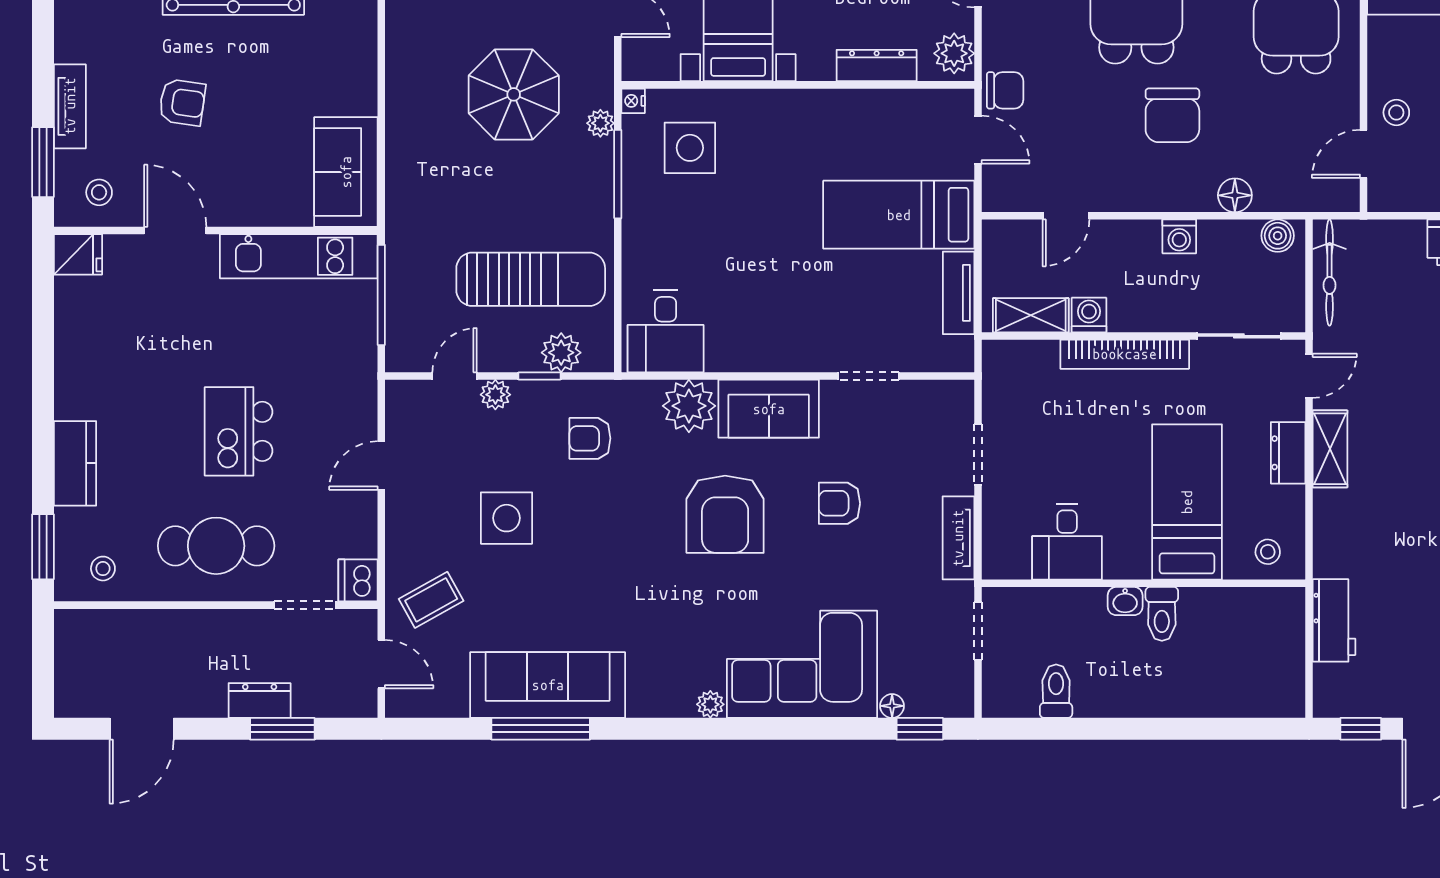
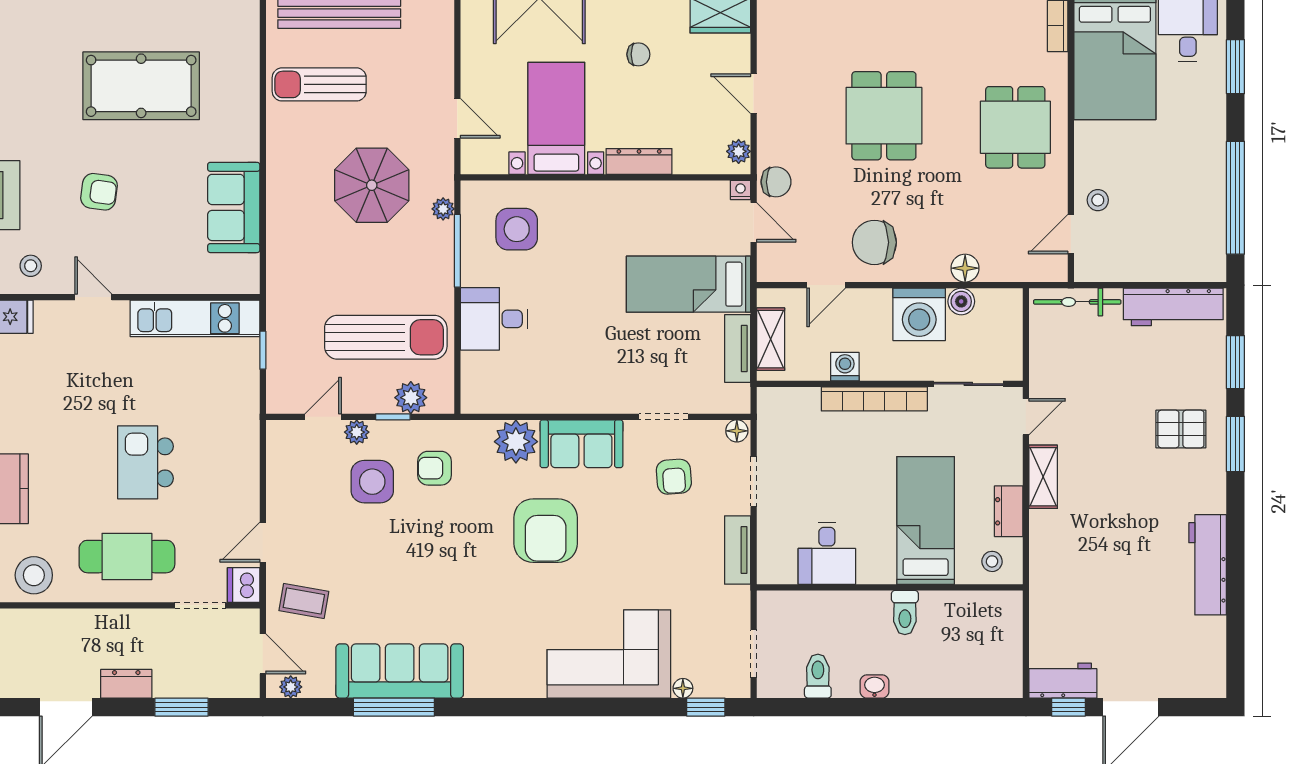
plant: (954, 53) -> (739, 151), width x0.73, depth x0.73
dresser: (877, 66) -> (639, 161), moved
nightstand: (633, 101) -> (740, 190), moved, turned 90
chair: (1172, 115) -> (874, 242), moved, turned 90
sofa: (346, 172) -> (234, 207), moved
door: (175, 230) -> (93, 297), width x0.73
washing machine: (1179, 236) -> (919, 314), width x1.89, depth x1.89
boiler: (1278, 236) -> (961, 301), moved
bicycle: (1330, 273) -> (1077, 302), moved, turned 90
window: (381, 295) -> (263, 350), width x0.46
shelving: (1031, 315) -> (771, 339), moved, turned 90
desk: (666, 331) -> (494, 319), moved, turned 90
floor lamp: (958, 393) -> (737, 431), added
dresser: (1288, 453) -> (1009, 511), moved
door: (381, 465) -> (263, 542), moved
armchair: (839, 503) -> (674, 477), moved, turned -94
side table: (506, 518) -> (372, 482), moved
stool: (103, 569) -> (34, 575), width x1.89, depth x1.89
coffee table: (431, 600) -> (304, 601), turned 39
washbasin: (1125, 601) -> (875, 686), moved, turned 180
workbench: (1334, 620) -> (1063, 681), moved, turned -90
doorway: (978, 631) -> (754, 654), moved
dresser: (260, 700) -> (126, 684), moved
plant: (710, 704) -> (291, 687), moved

